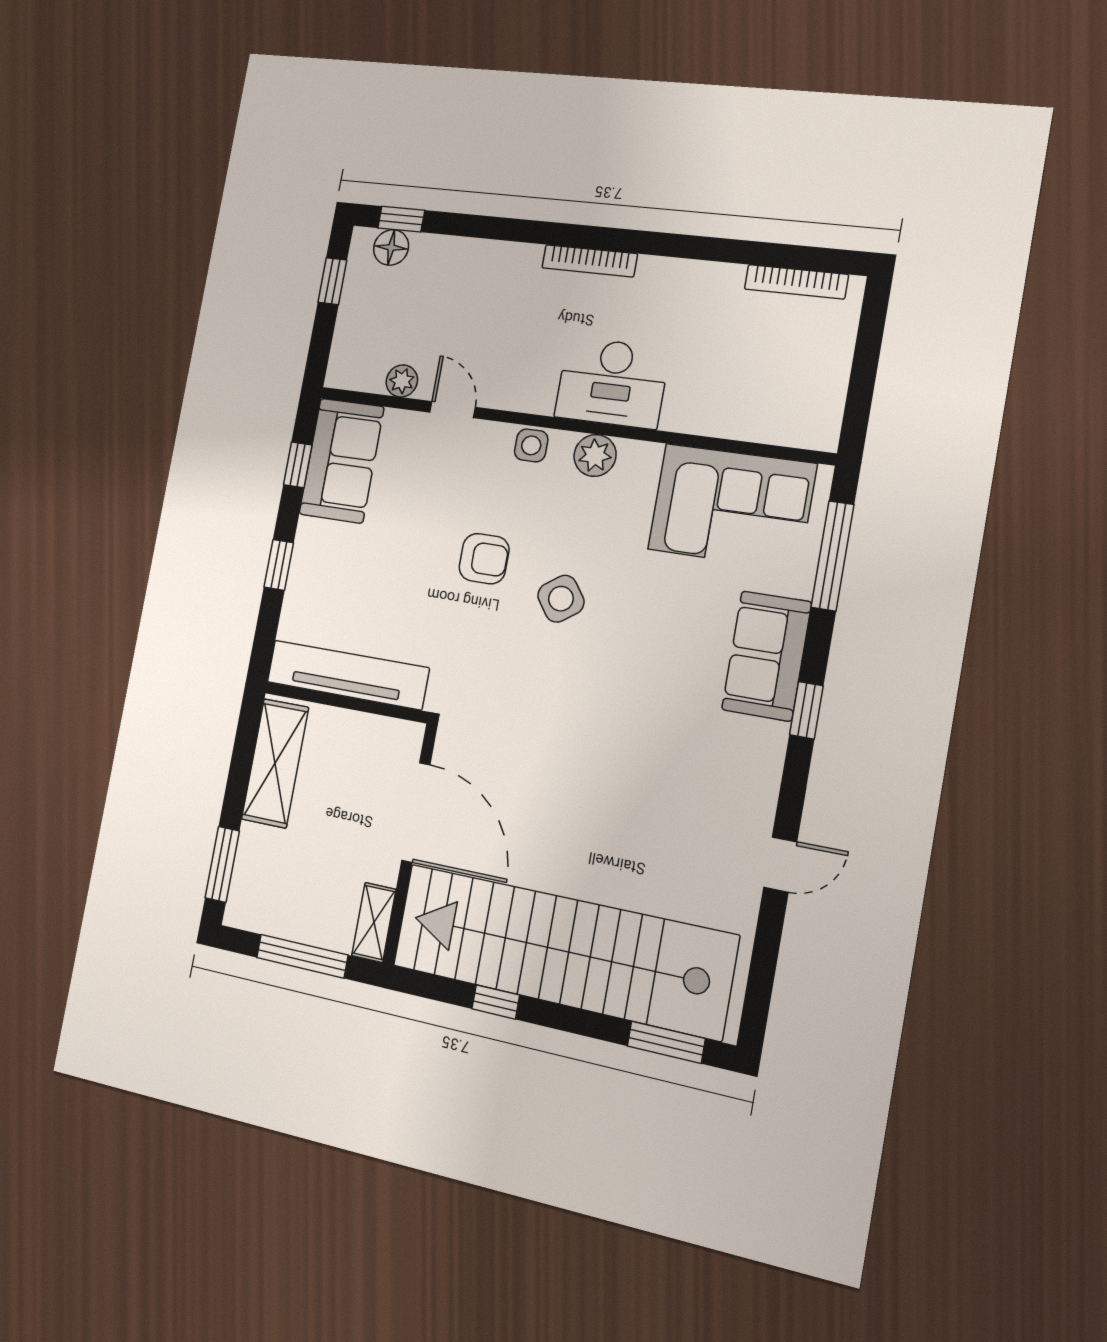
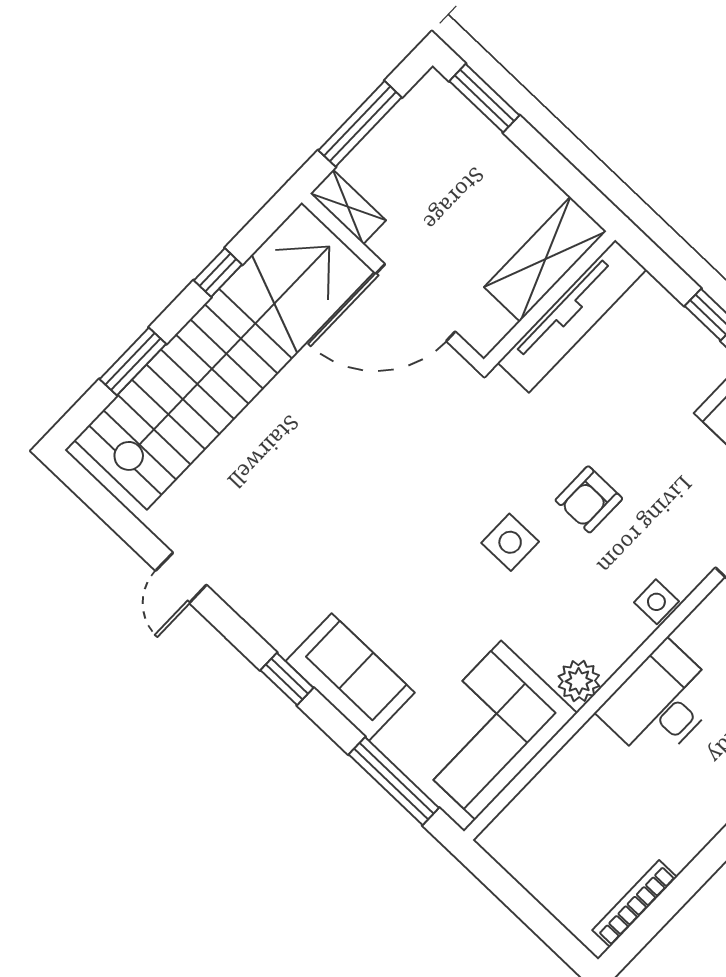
plant: (595, 455) -> (579, 681), moved
side table: (561, 599) -> (510, 542), turned 36
shelving: (275, 763) -> (545, 259), moved, turned 90
window: (666, 1042) -> (133, 362), moved

